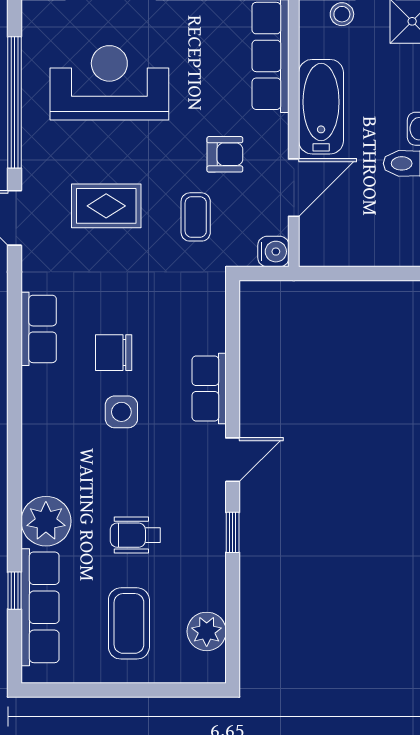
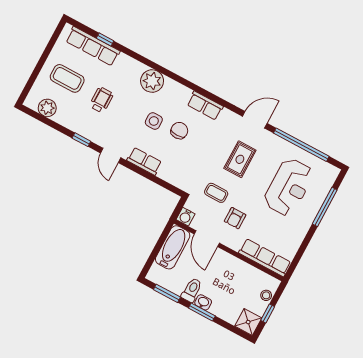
bathtub: (321, 107) -> (173, 247), moved, turned -90
plant: (46, 521) -> (152, 81), moved

